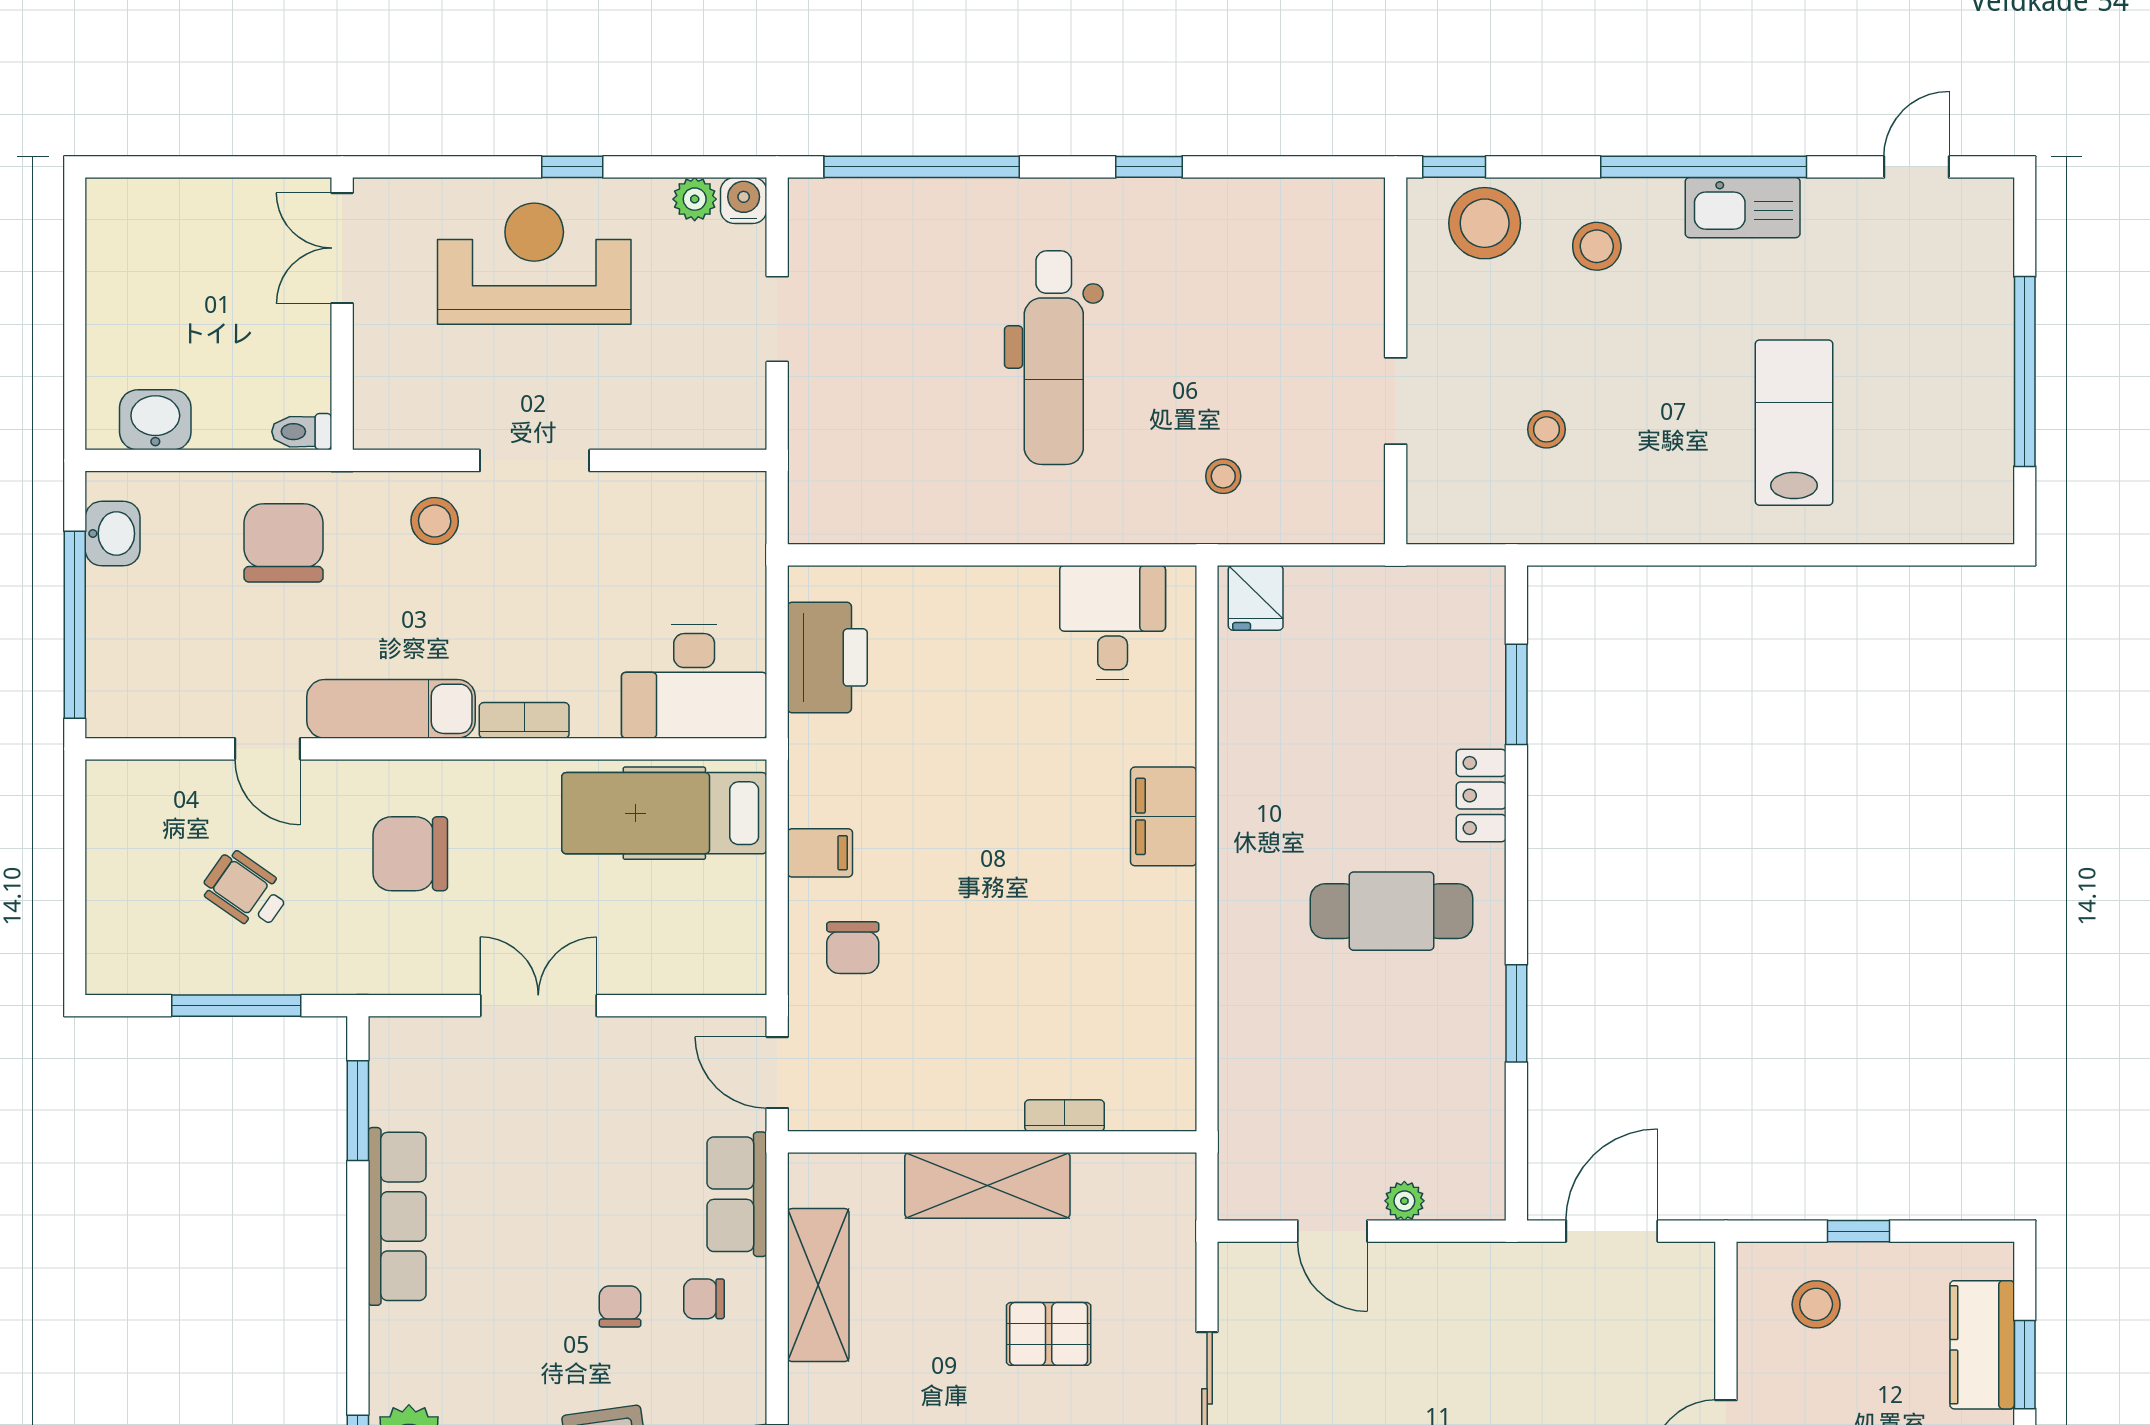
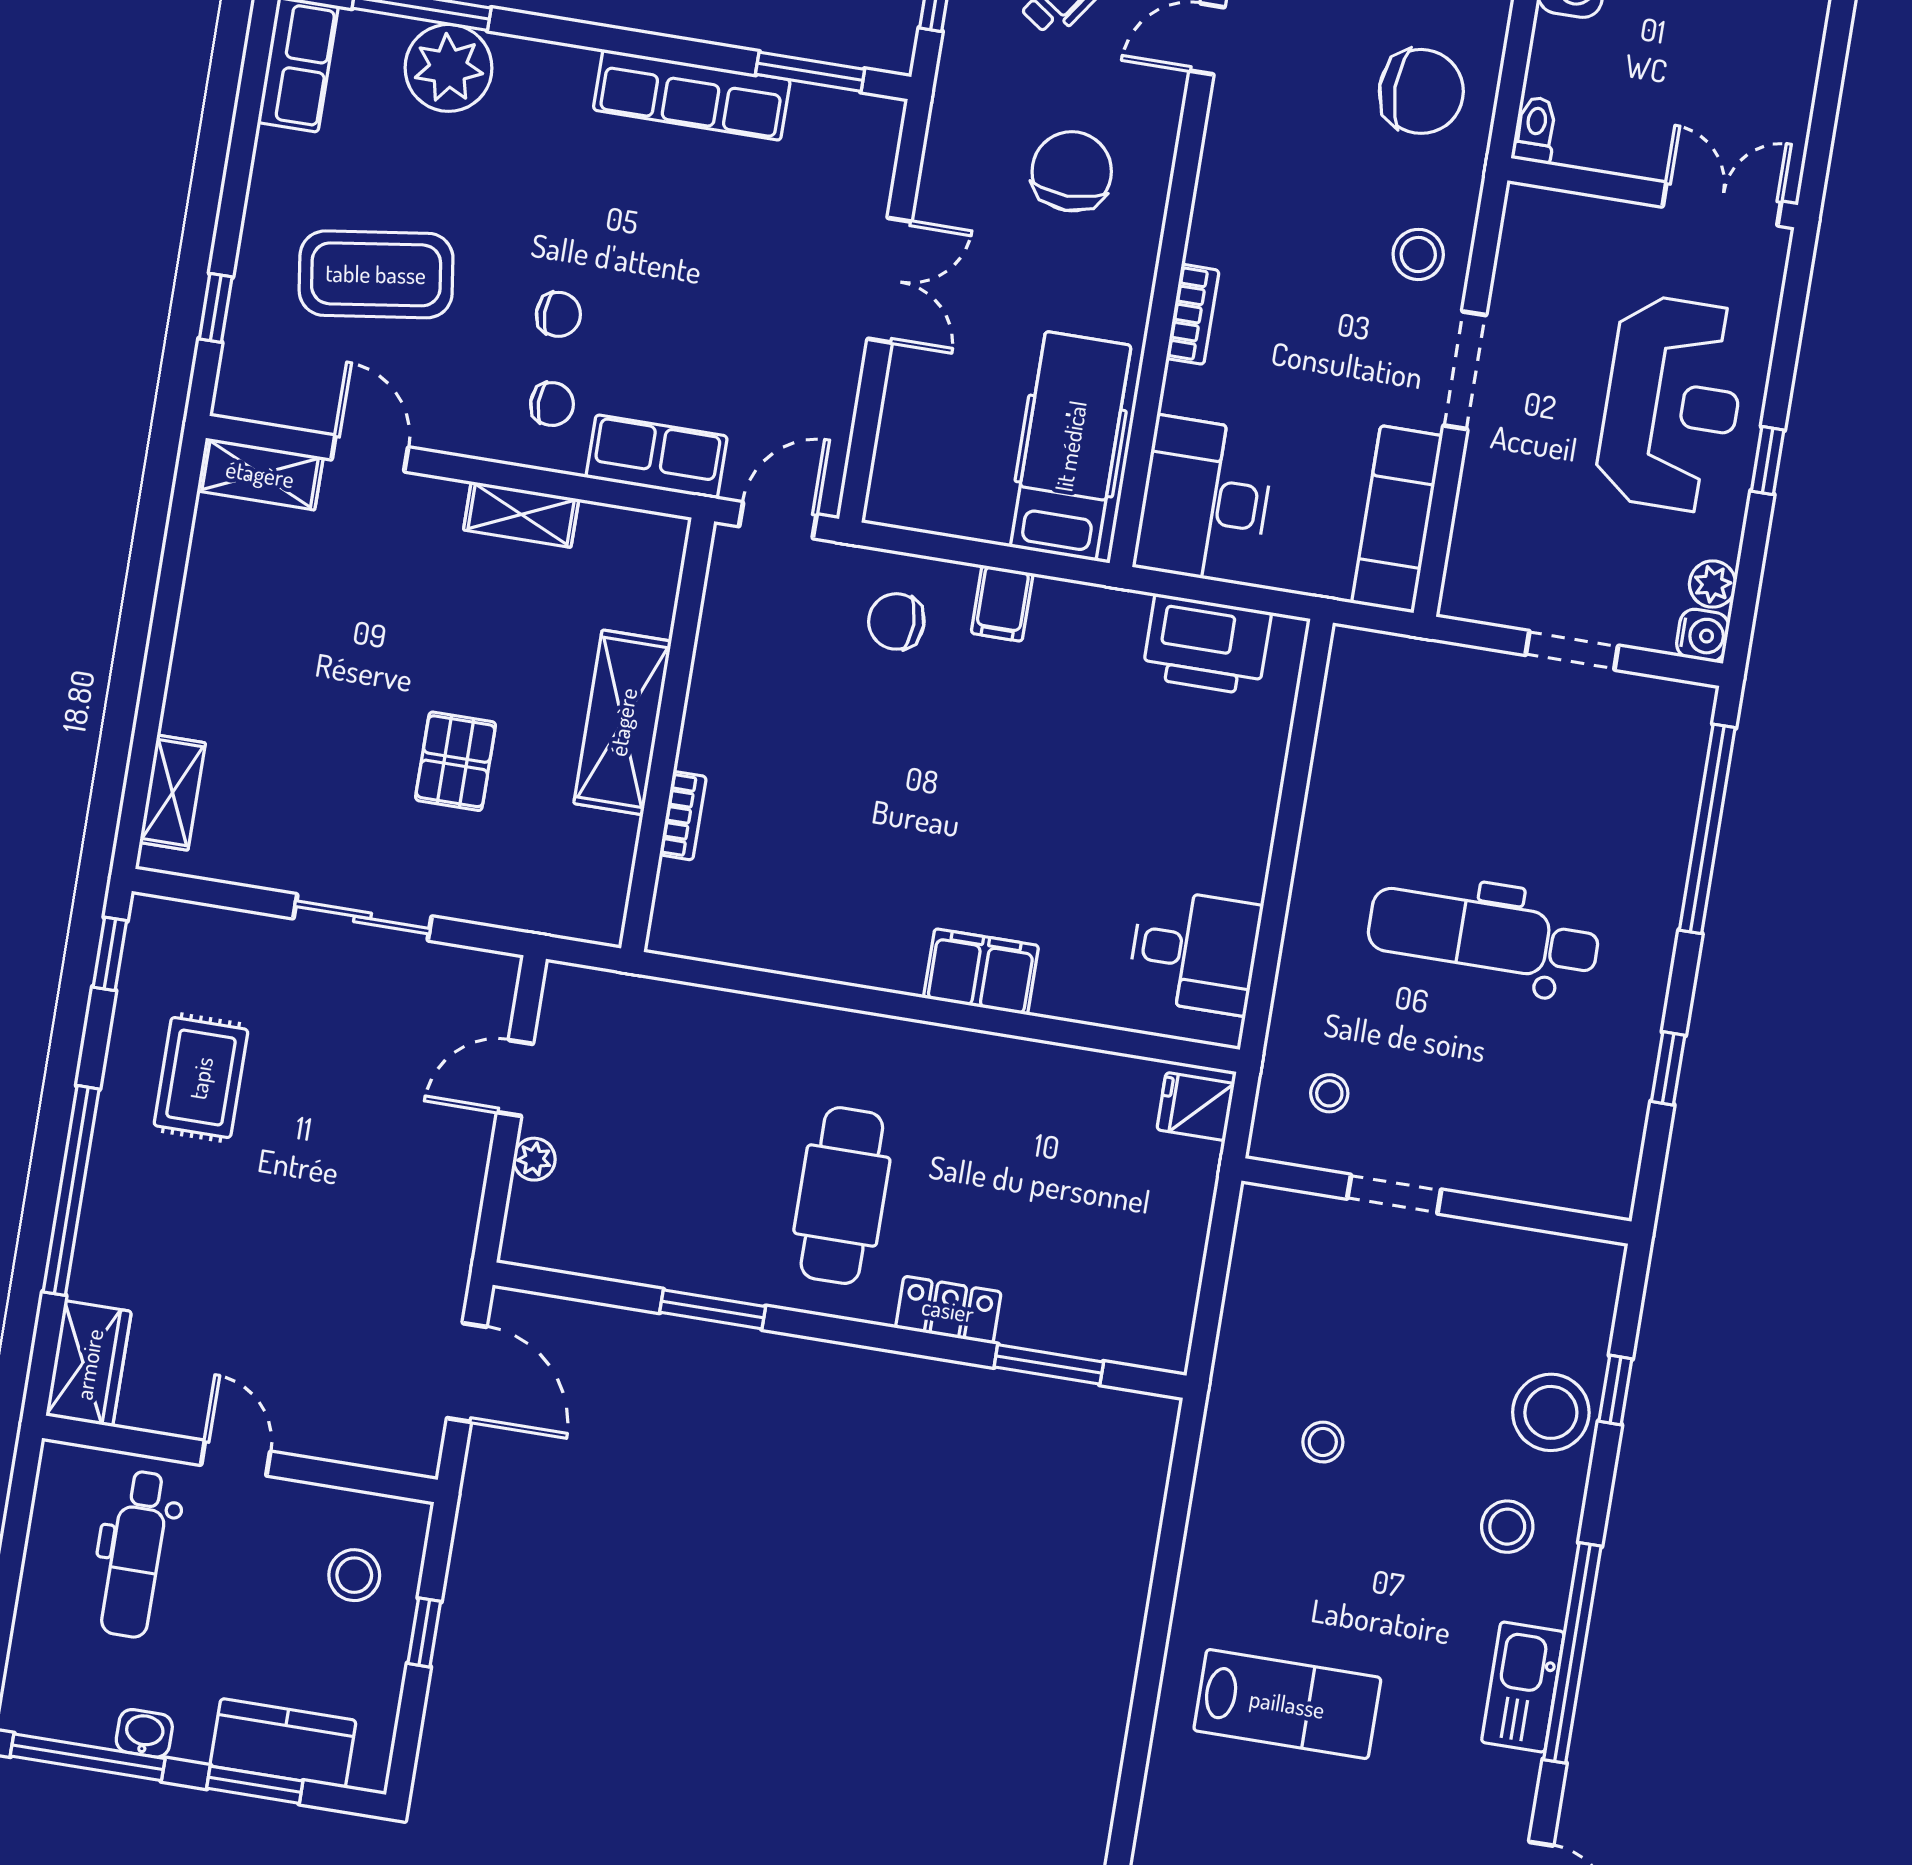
wall: (1396, 361) -> (1436, 1201), moved
doorway: (1396, 401) -> (1394, 1194), moved
exam couch: (391, 709) -> (1397, 519), moved, turned 180
shelving: (818, 1285) -> (521, 514), width x0.67, depth x0.75
chair: (704, 1299) -> (552, 404), turned 90

